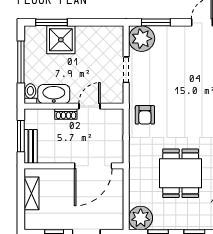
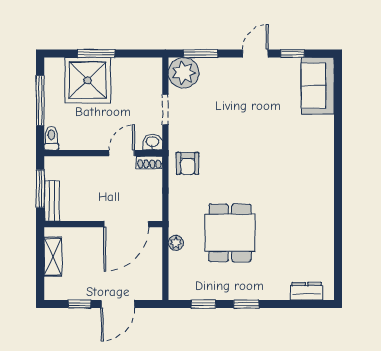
window: (51, 22) -> (96, 53), moved
shower: (61, 40) -> (88, 80), width x1.37, depth x1.37
washbasin: (54, 94) -> (153, 142), moved, width x0.52, depth x0.69
shoe rack: (66, 114) -> (149, 162), moved
plant: (141, 218) -> (176, 243), moved, width x0.53, depth x0.53

